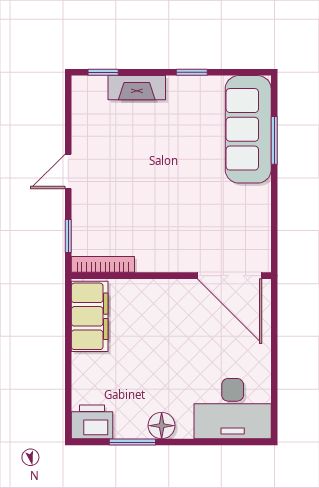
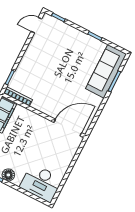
fireplace: (137, 88) -> (69, 31), removed
door: (68, 171) -> (36, 25), moved
door: (230, 276) -> (68, 128), swing flipped

